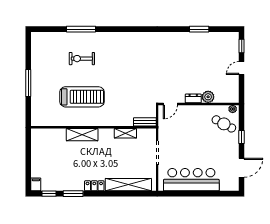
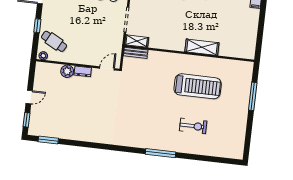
window: (81, 29) -> (161, 153), moved
window: (199, 29) -> (48, 140), moved
window: (28, 83) -> (253, 96), moved
treadmill: (82, 97) -> (198, 86), turned 180
shelving: (125, 133) -> (137, 41), moved

